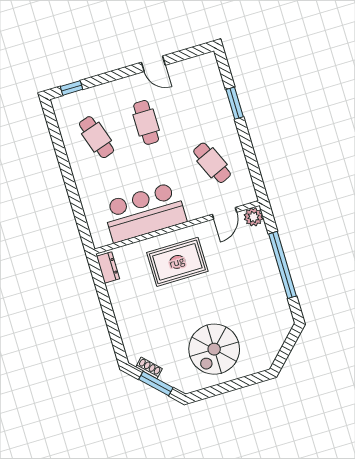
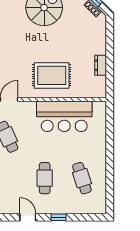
window: (72, 88) -> (59, 217), moved
dresser: (108, 268) -> (101, 65), moved

